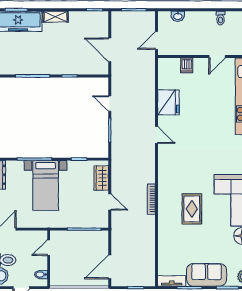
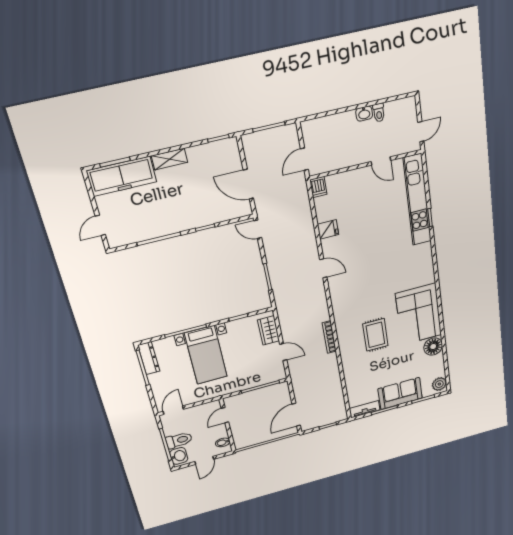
washbasin: (178, 16) -> (364, 114), moved
door: (217, 56) -> (381, 161), hinge flipped
dishwasher: (187, 65) -> (318, 187), moved
fridge: (168, 102) -> (328, 229), width x0.53, depth x0.75
door: (110, 104) -> (258, 229), moved

